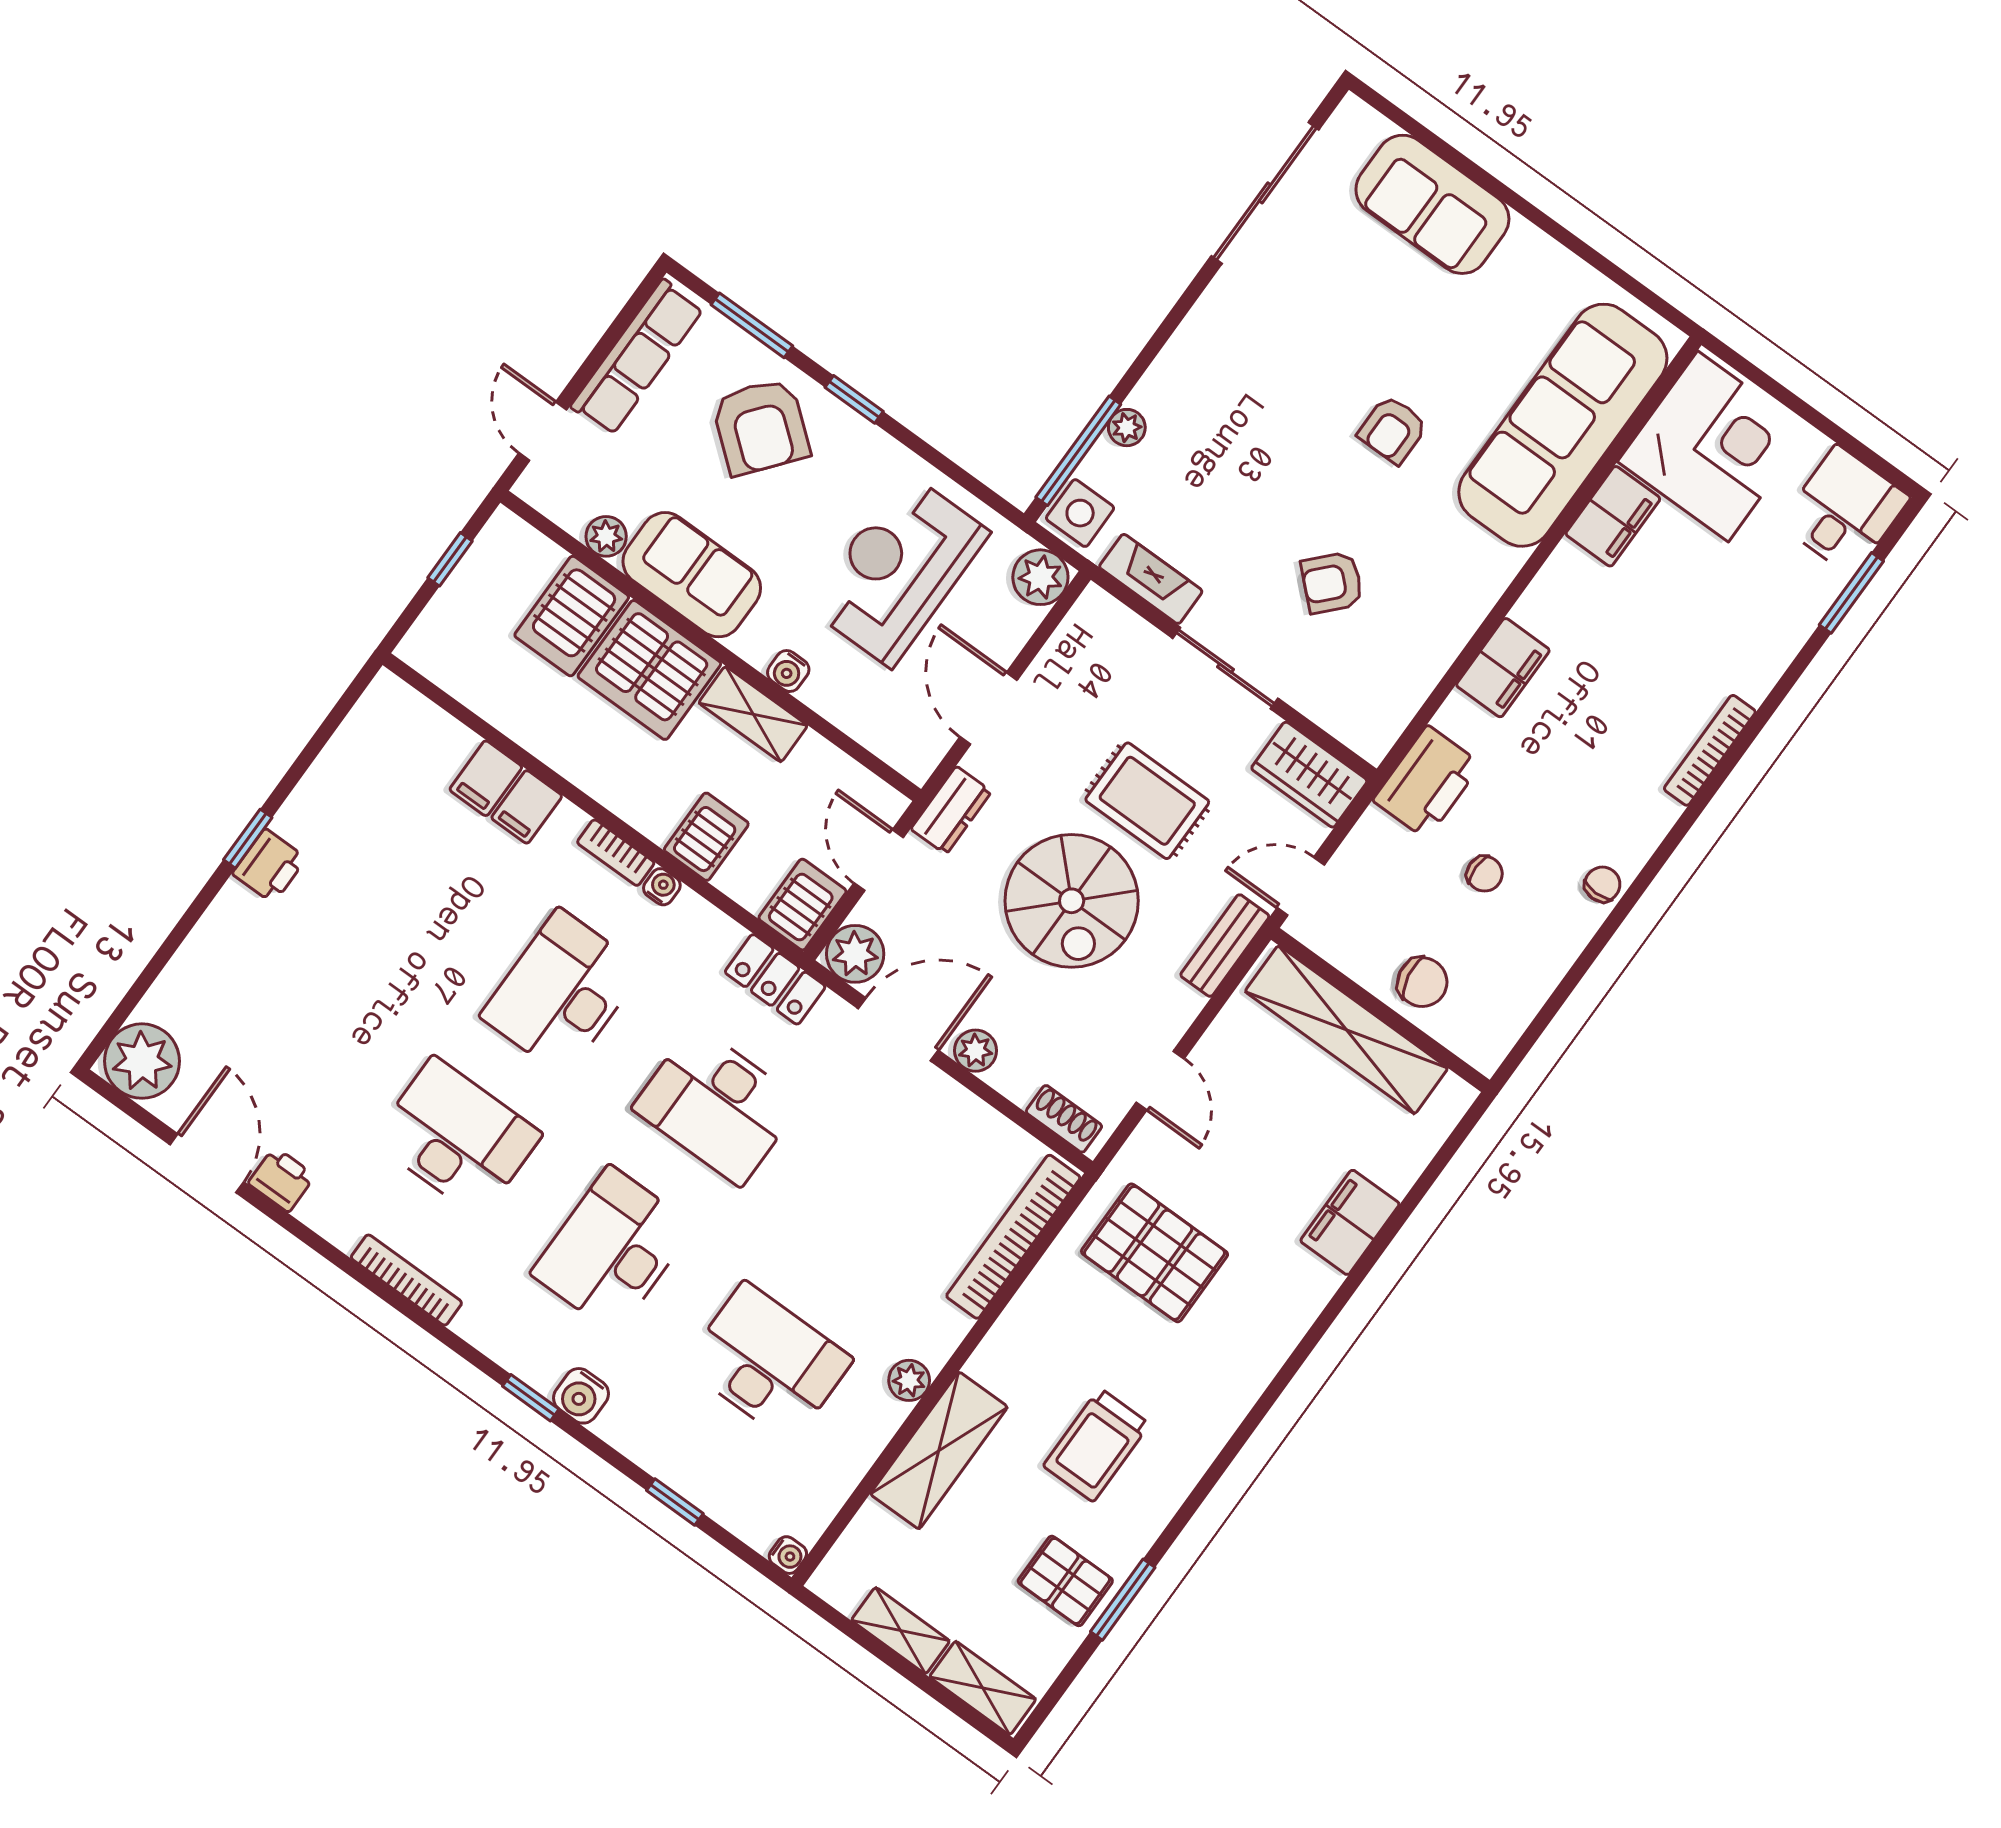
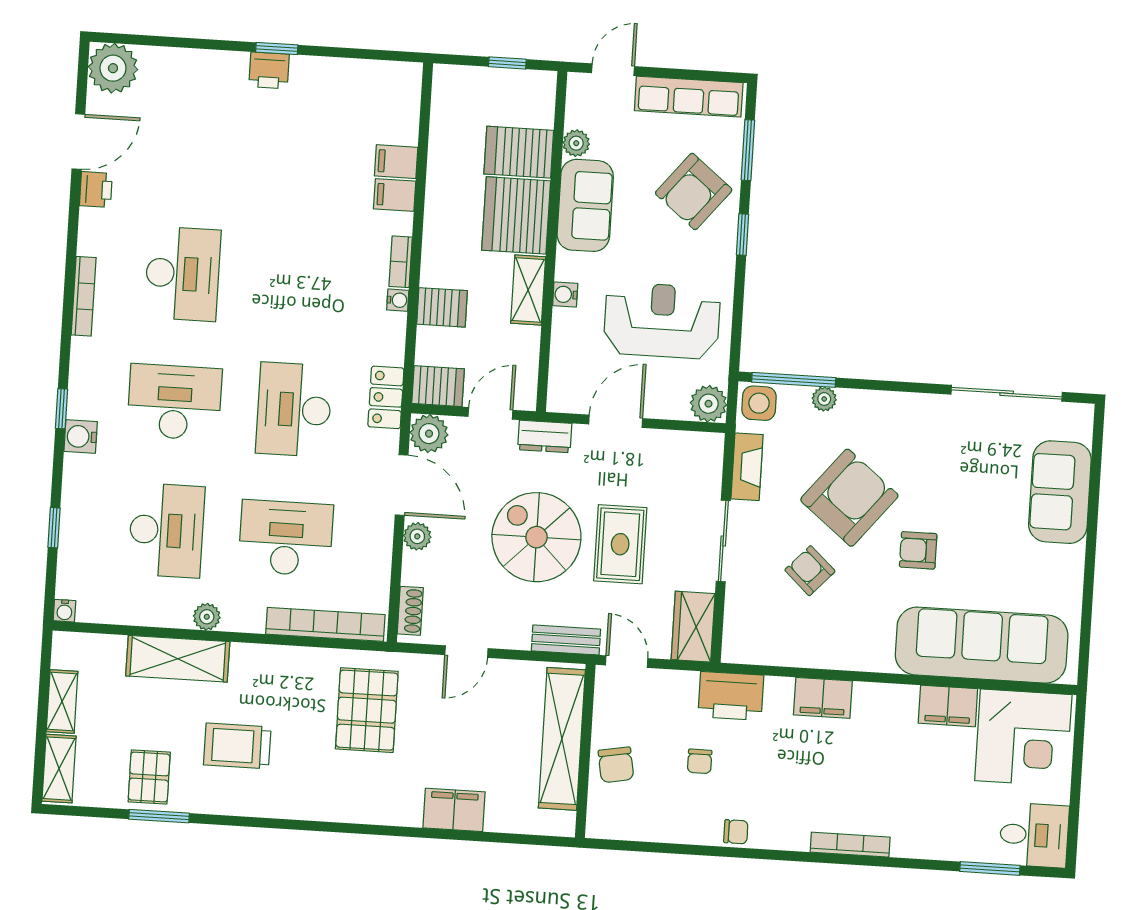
armchair: (1271, 474) -> (849, 498), added
spiral stairs: (1072, 901) -> (536, 537), turned 90
desk: (562, 993) -> (286, 538), moved

